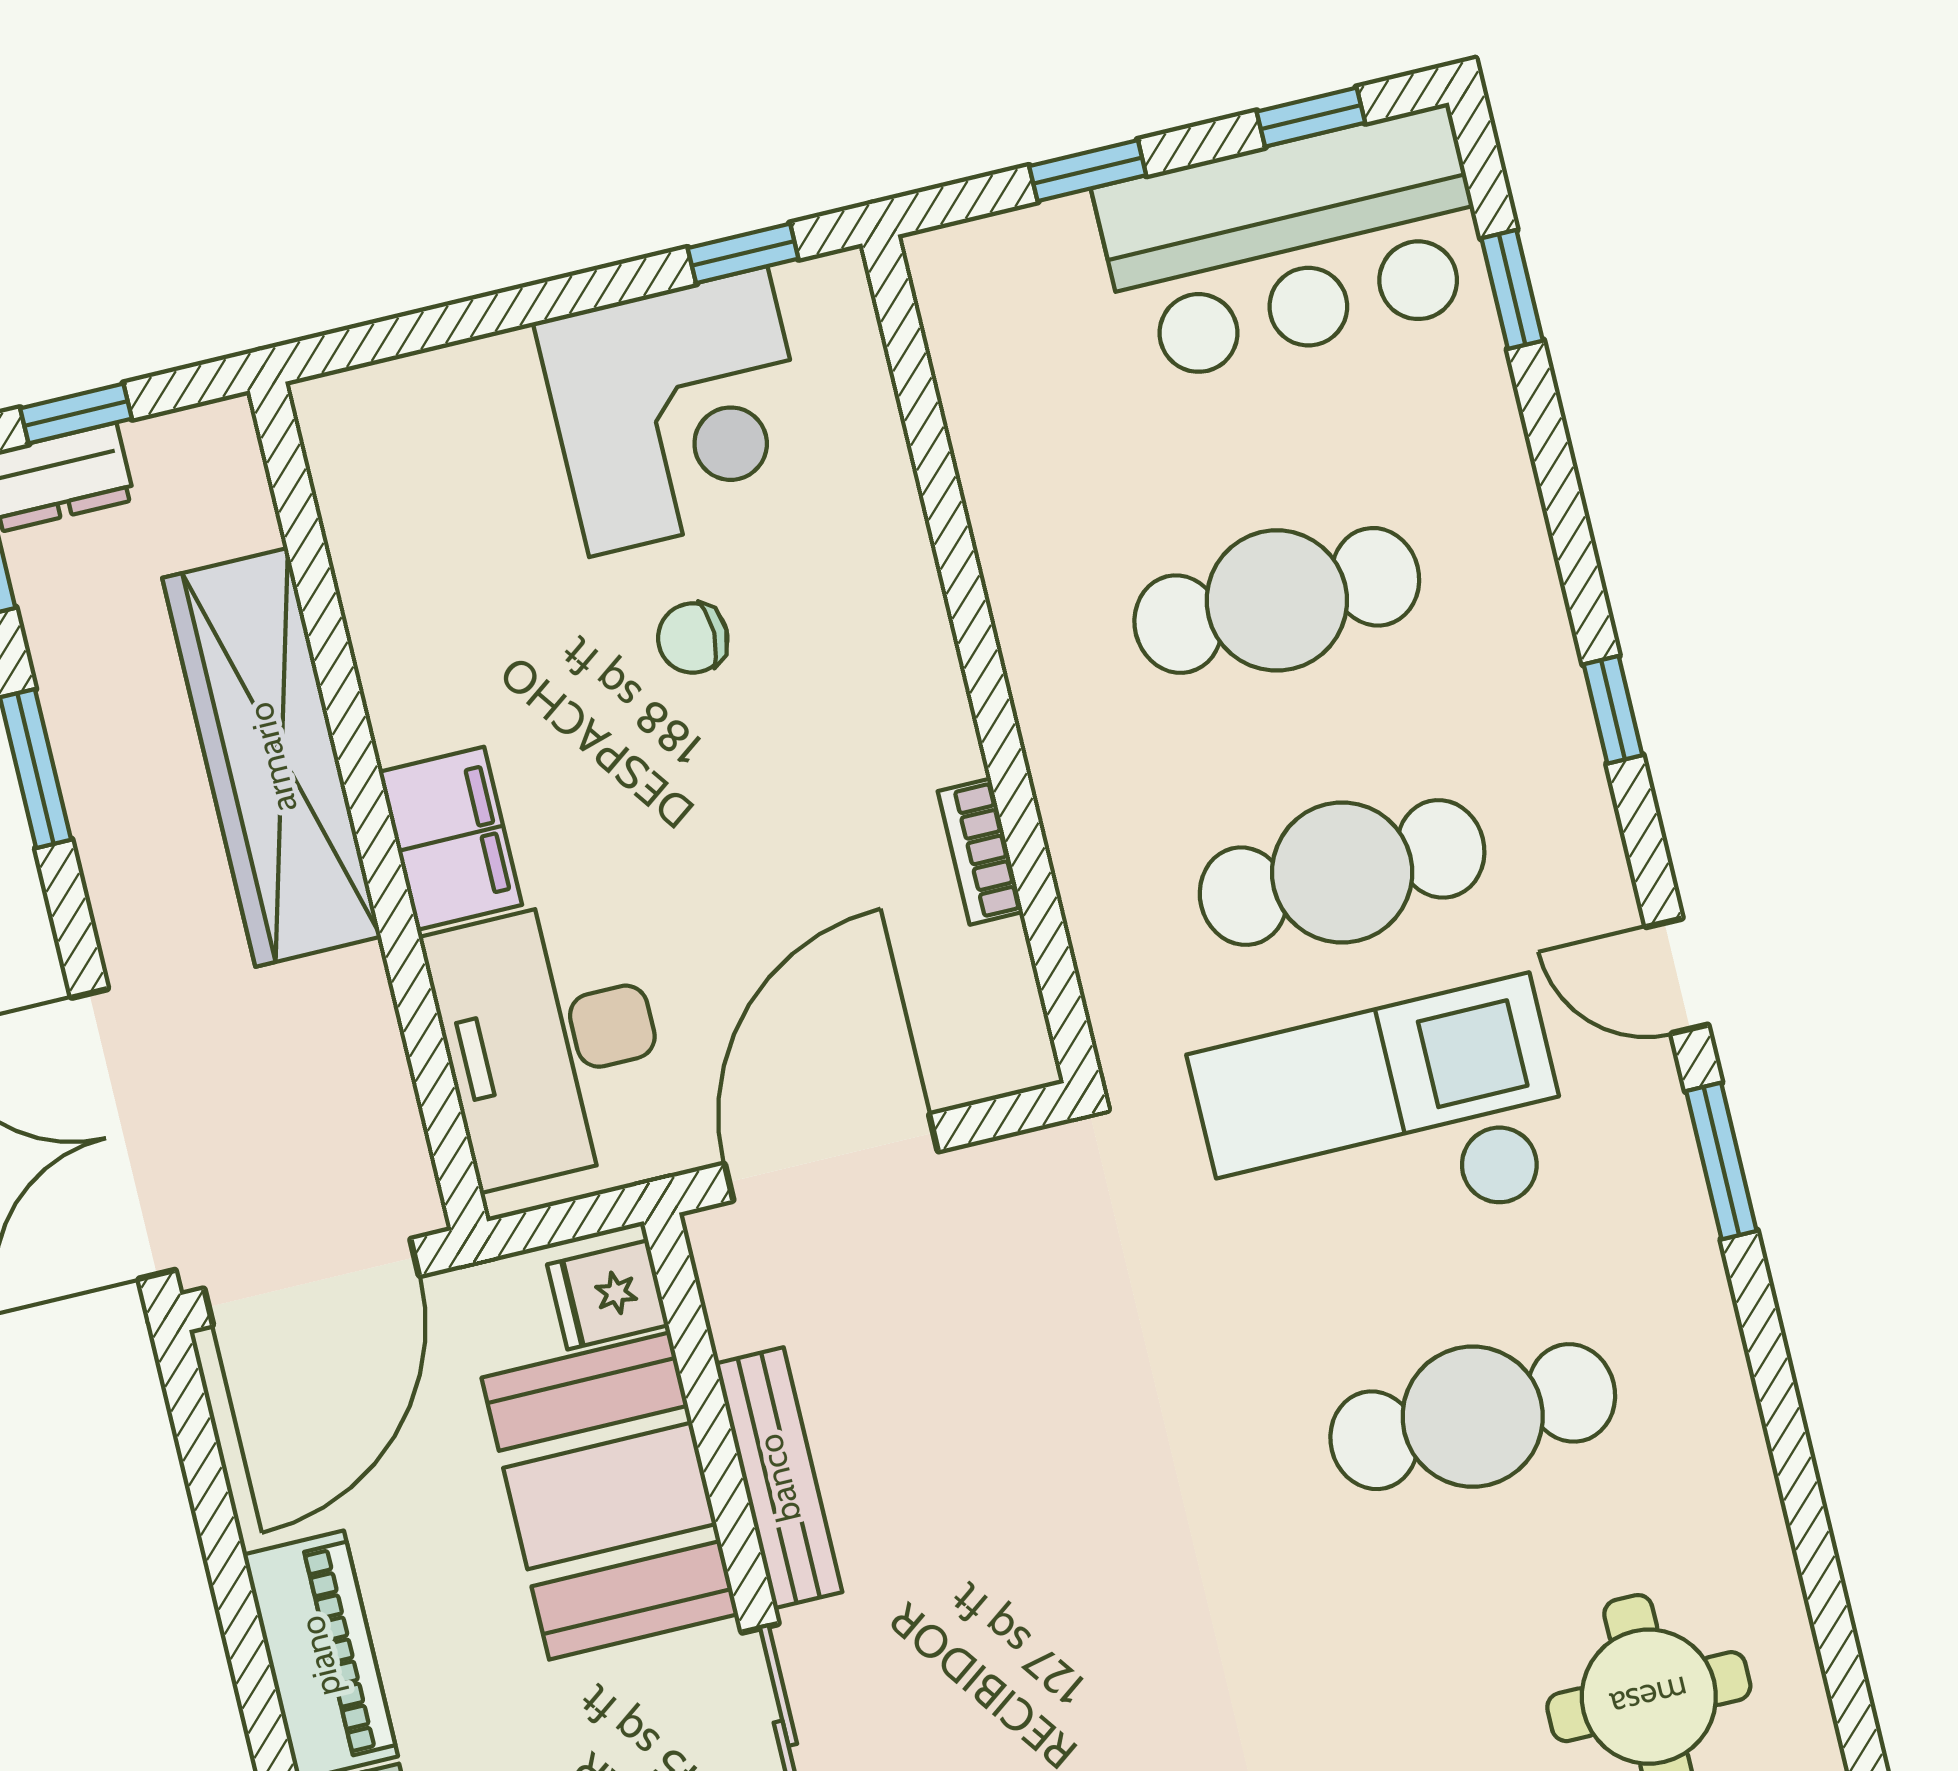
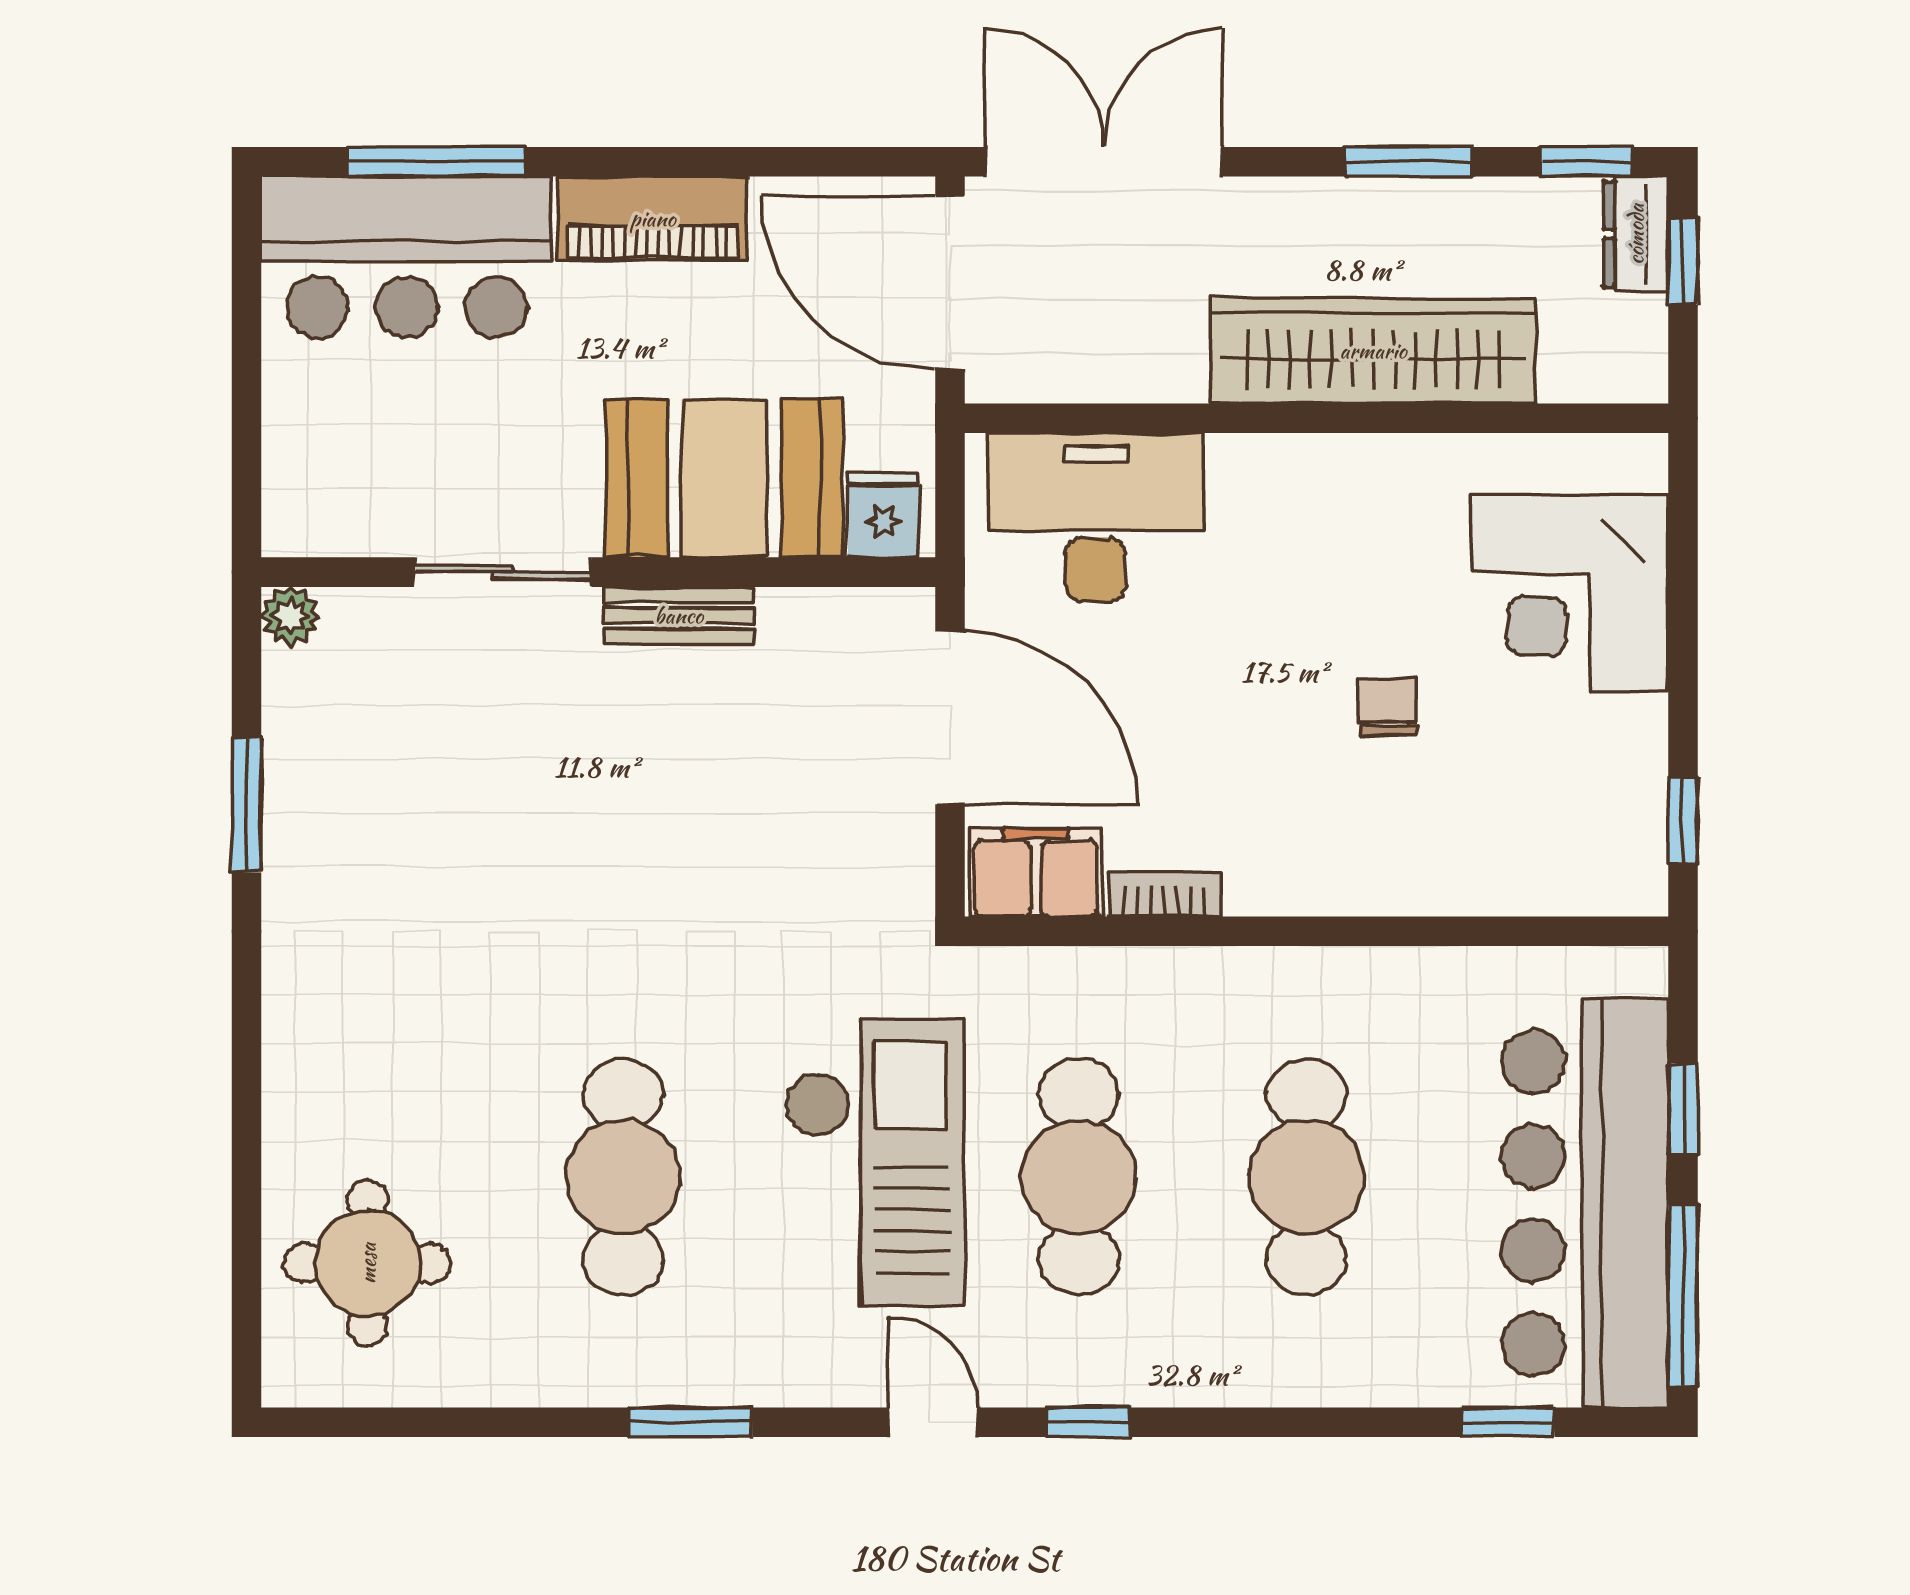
window: (1311, 117) -> (1683, 1296), width x2.17
bar counter: (1294, 245) -> (1585, 1203), width x1.36
corner desk: (678, 412) -> (1570, 593), moved
window: (1613, 710) -> (1089, 1422), moved
filing cabinet: (450, 838) -> (1036, 872), moved, turned 180
door: (1677, 976) -> (933, 1422), hinge flipped
window: (1721, 1161) -> (690, 1422), moved
bench: (779, 1478) -> (679, 616), width x0.73

